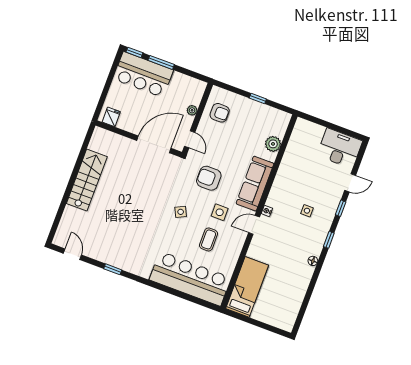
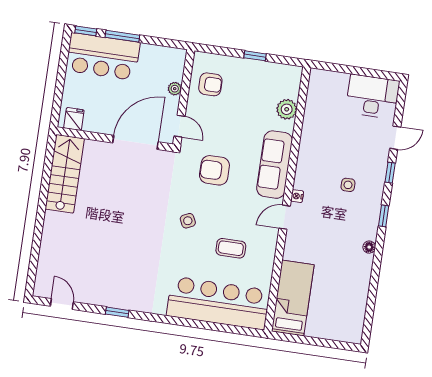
stairs: (87, 180) -> (65, 174), moved
side table: (220, 212) -> (237, 211), removed
coffee table: (209, 239) -> (231, 248), turned 90

